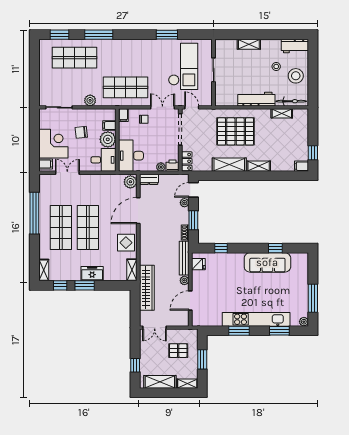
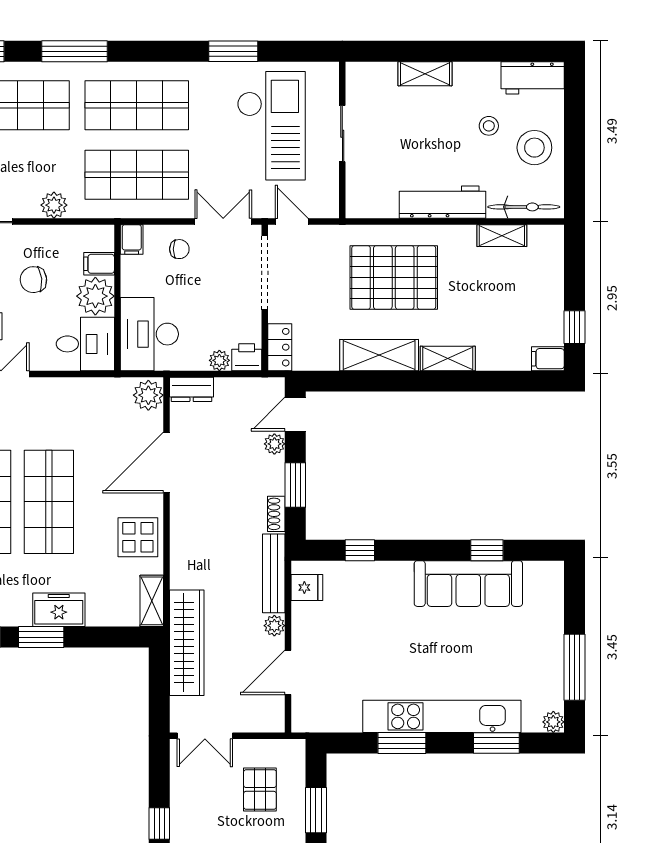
shop shelf: (125, 58) -> (137, 105), added
pallet: (178, 351) -> (260, 789), turned 90

